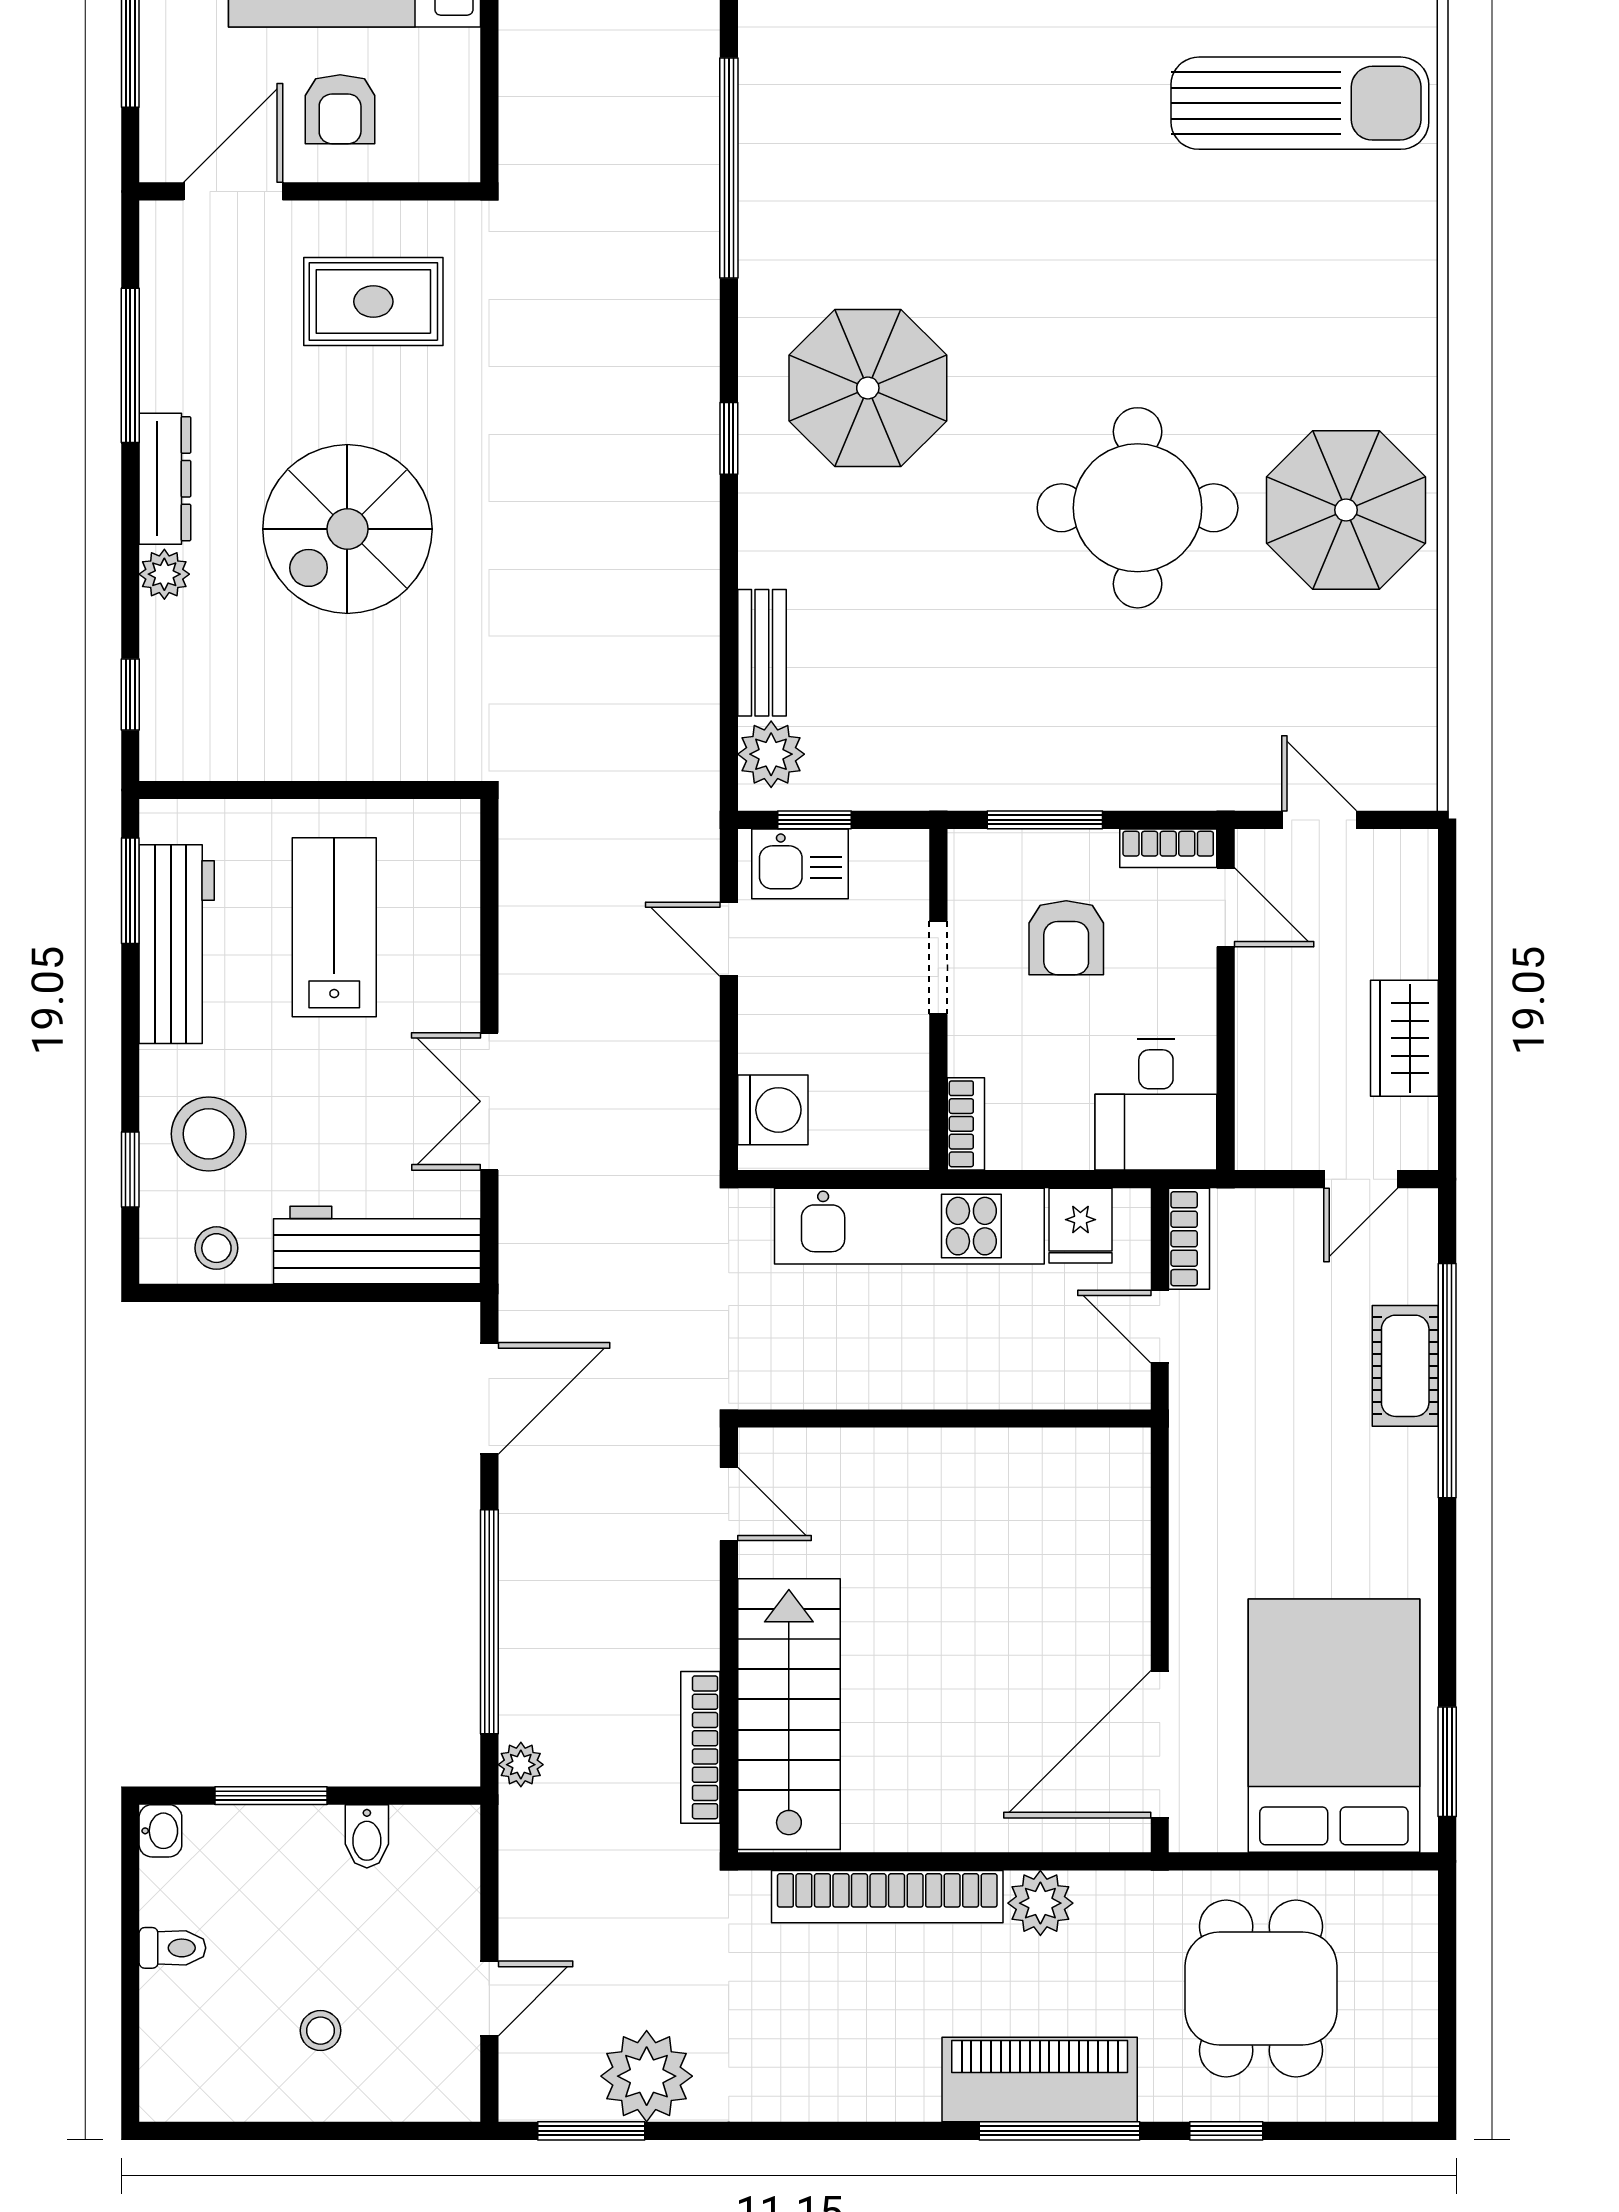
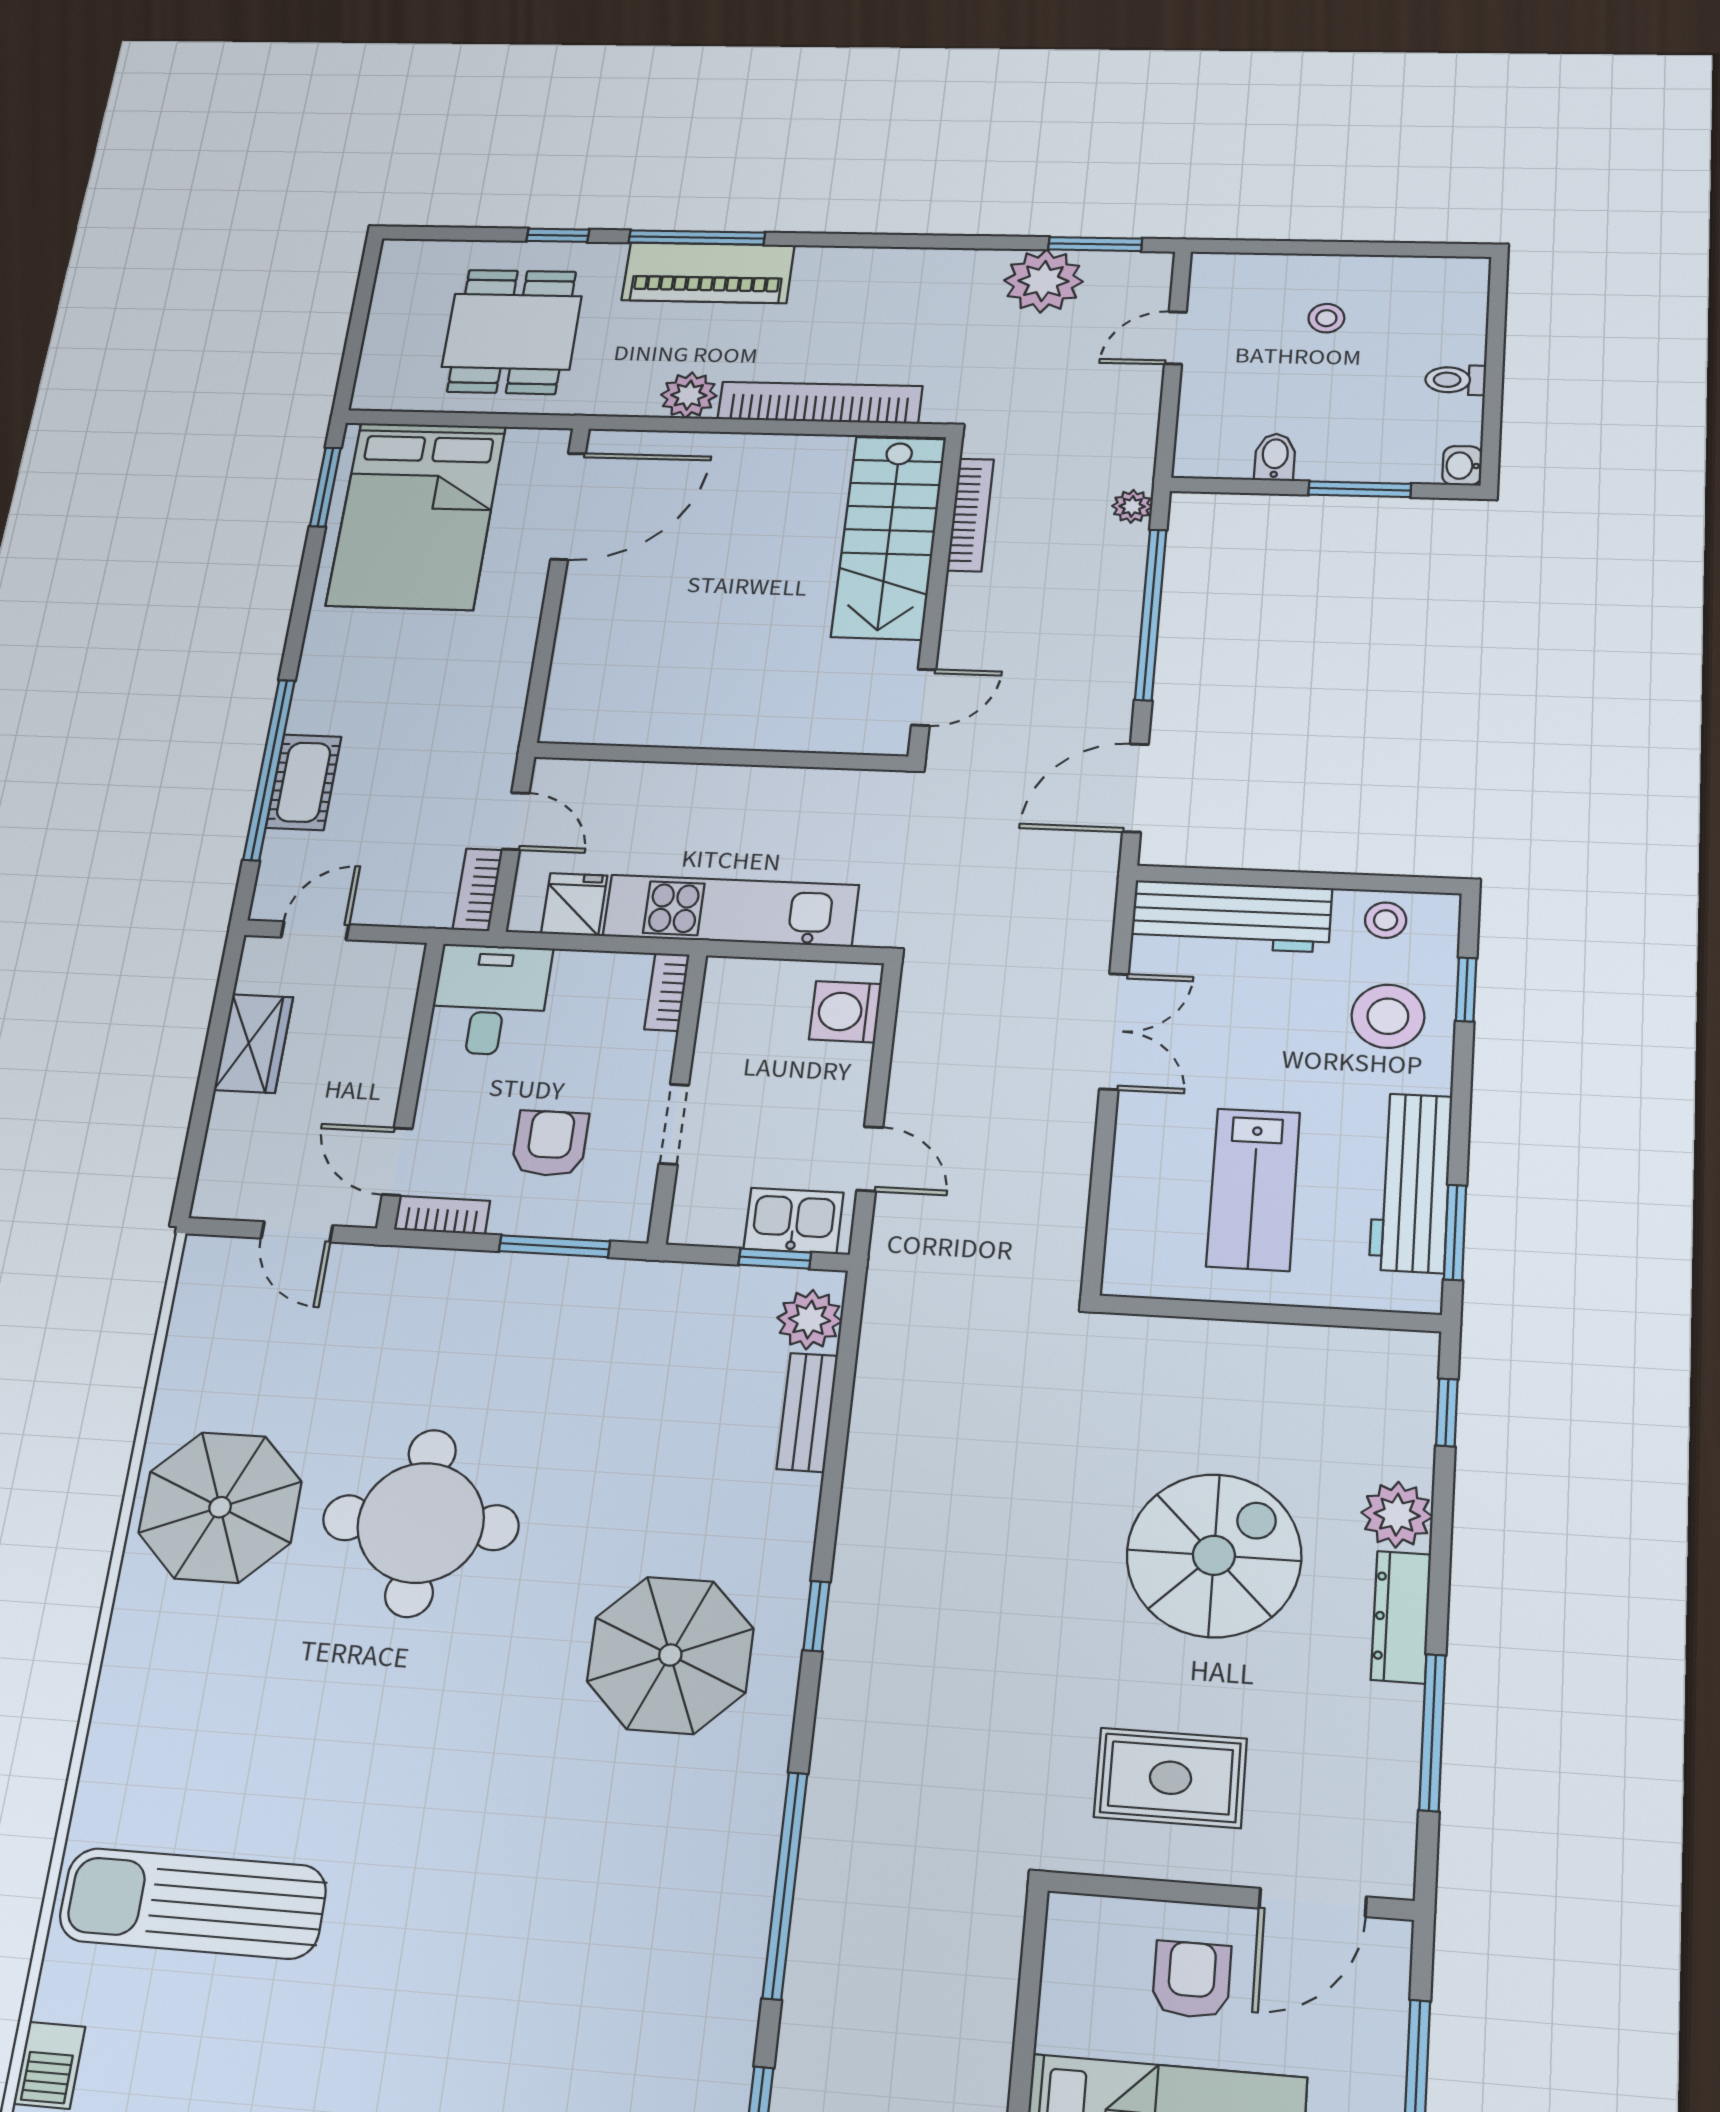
plant: (164, 574) -> (1397, 1515), width x1.38, depth x1.38
door: (729, 1504) -> (924, 697), swing flipped

